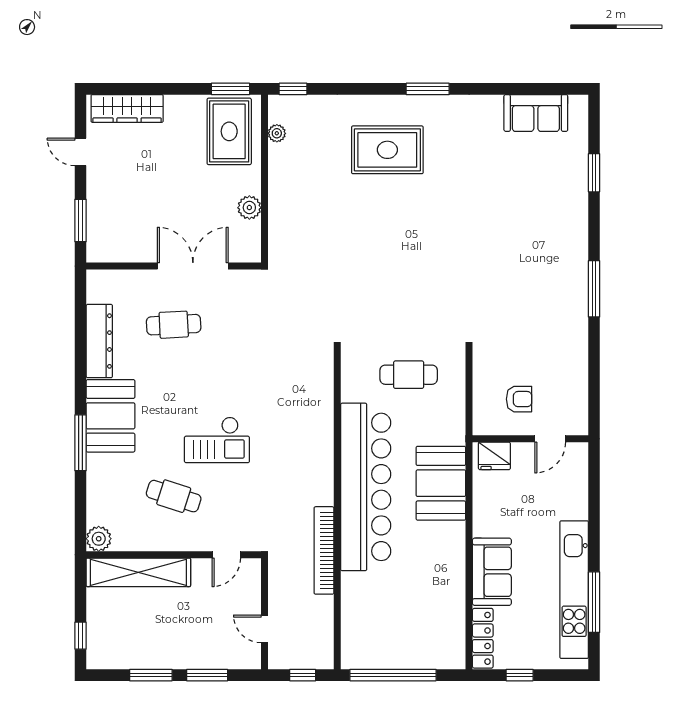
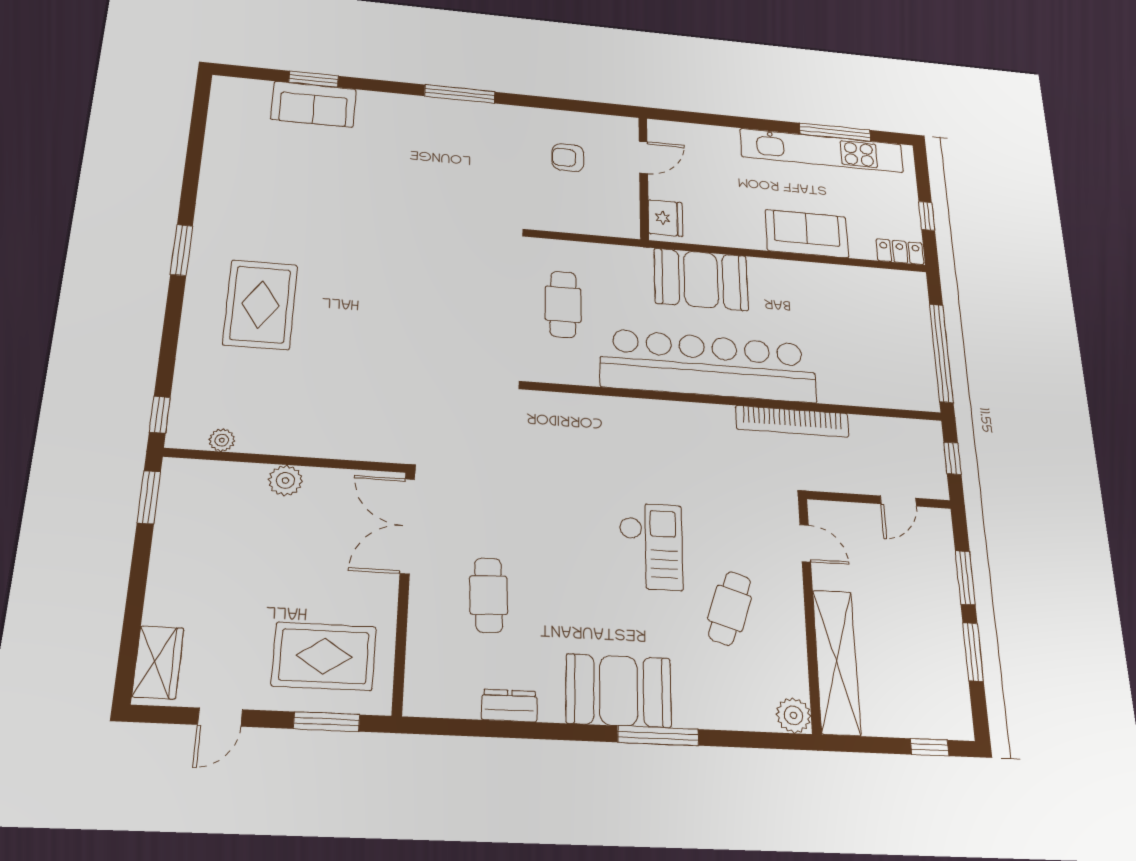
wardrobe: (127, 108) -> (158, 662), width x0.67
sofa: (536, 113) -> (314, 104), moved, turned 90
rug: (229, 131) -> (324, 656), moved
plant: (249, 208) -> (285, 480), moved
double door: (193, 266) -> (407, 526), moved
dresser: (99, 341) -> (509, 706), width x0.51, depth x0.80
armchair: (519, 399) -> (568, 158), moved, turned -90
door: (550, 439) -> (643, 157), hinge flipped
locker: (483, 638) -> (900, 252), width x0.66

